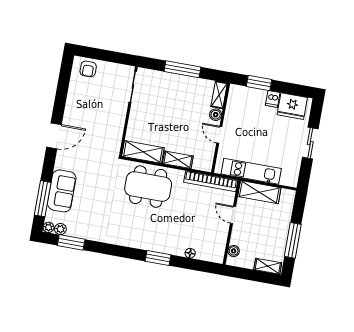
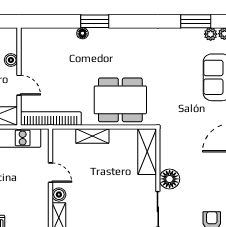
floor lamp: (118, 111) -> (170, 179), added
shelving: (143, 152) -> (147, 152), moved, turned 90
boiler: (234, 251) -> (11, 60), moved
floor lamp: (190, 253) -> (82, 33), moved

